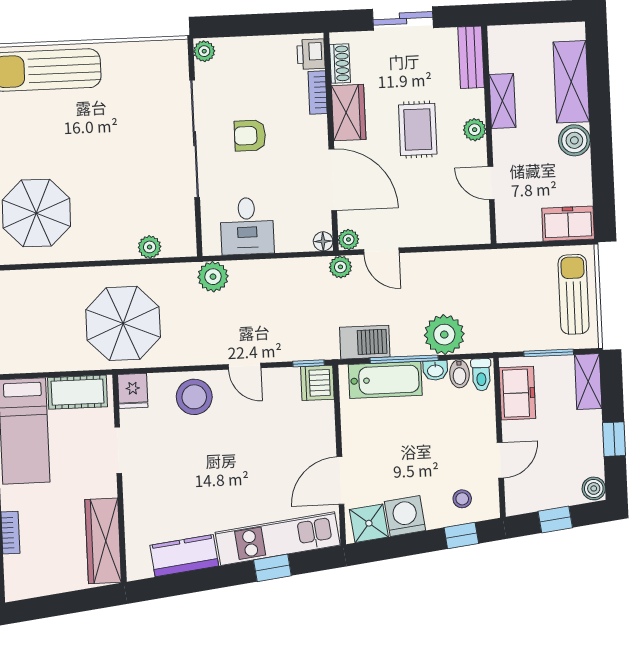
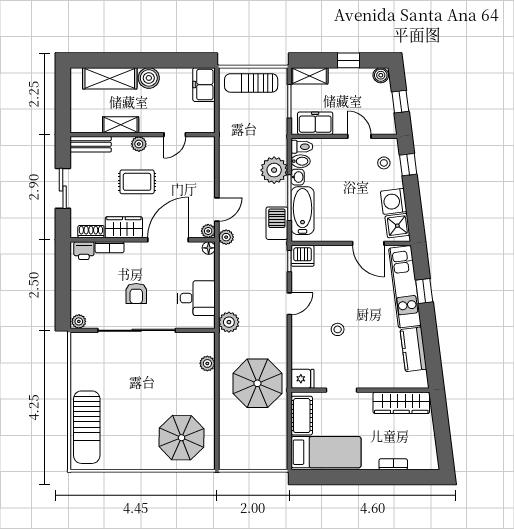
stool: (194, 397) -> (338, 329), moved, width x0.53, depth x0.53

